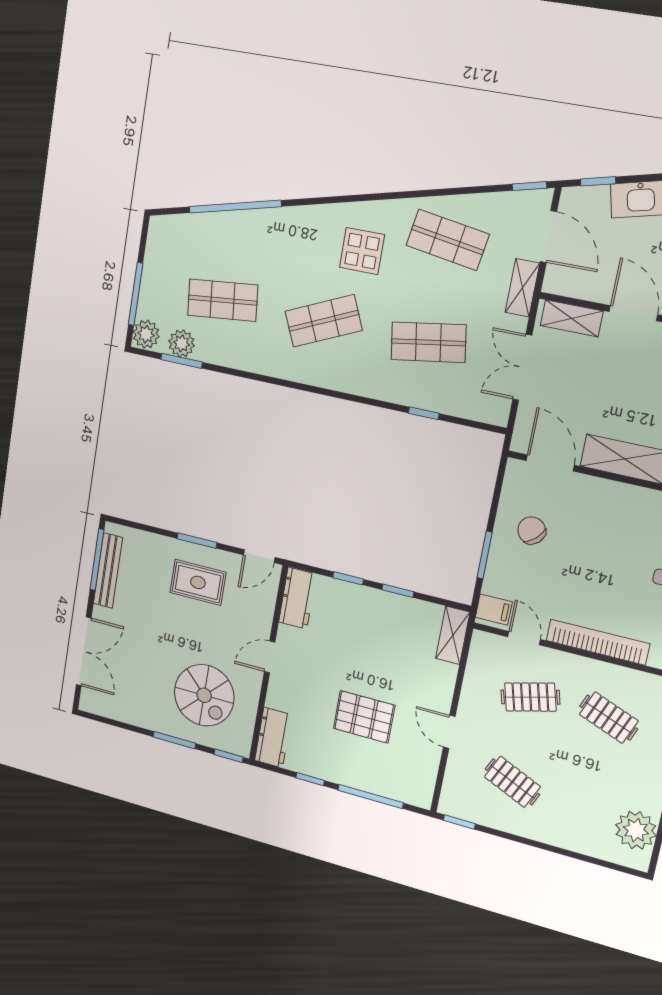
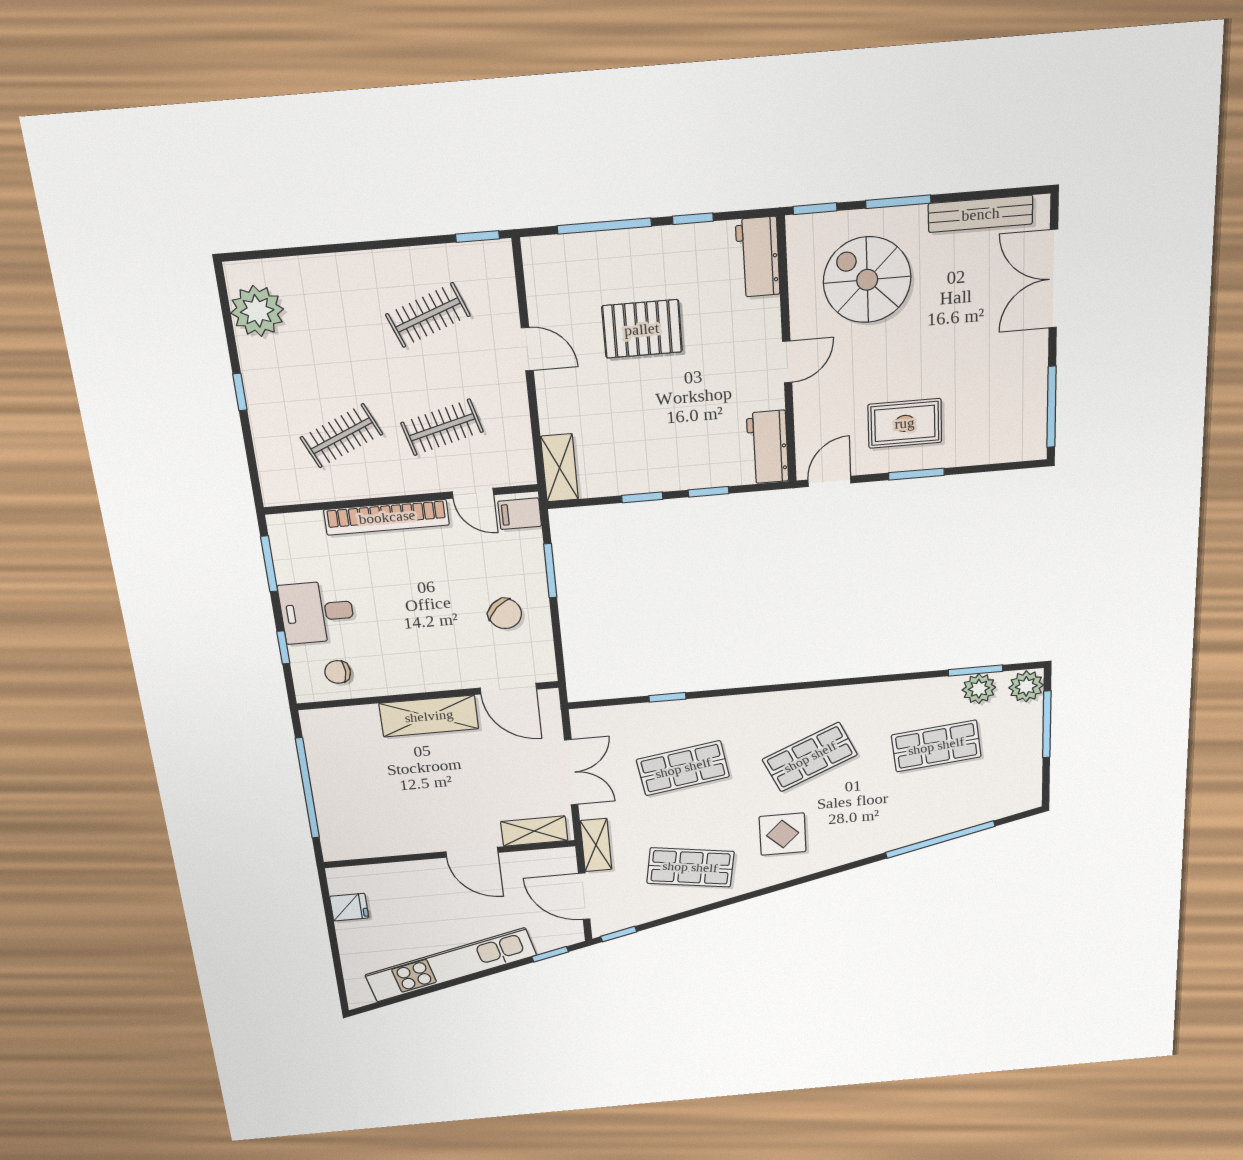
bench: (108, 571) -> (981, 214), moved, turned 90
clothes rail: (609, 718) -> (341, 436), turned -45
clothes rail: (512, 782) -> (428, 315), turned -45

